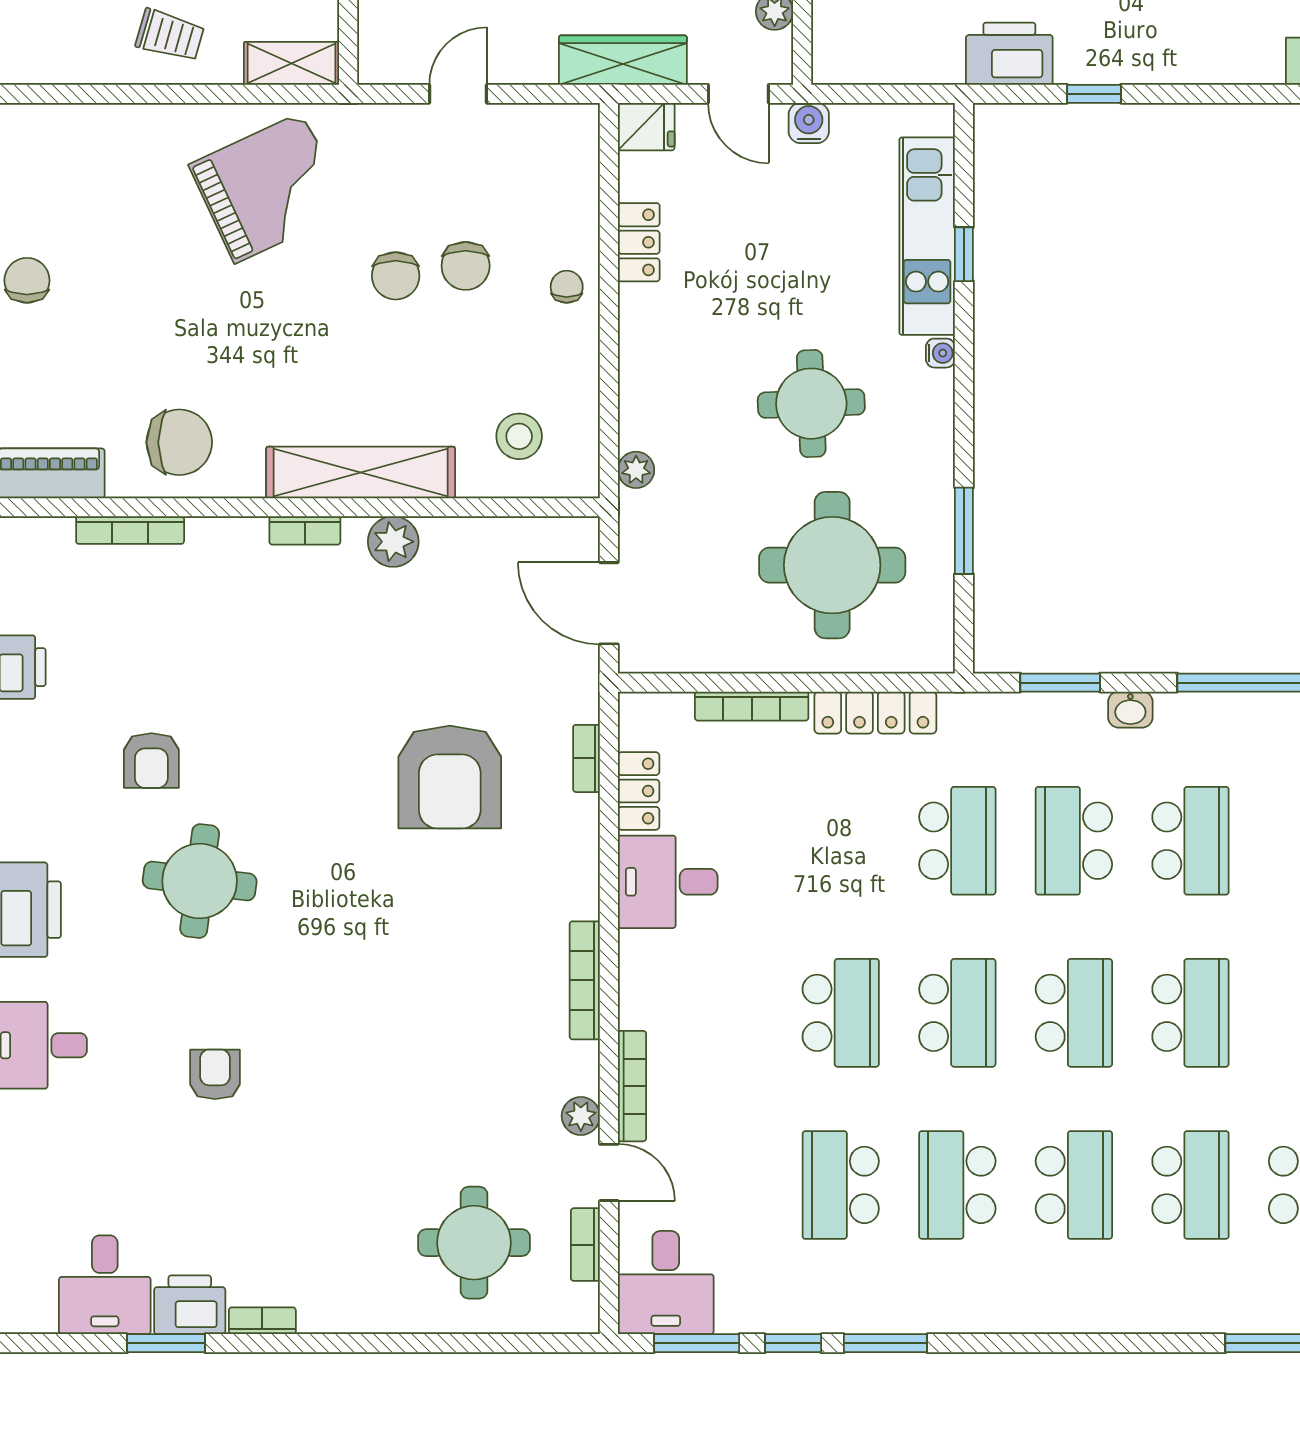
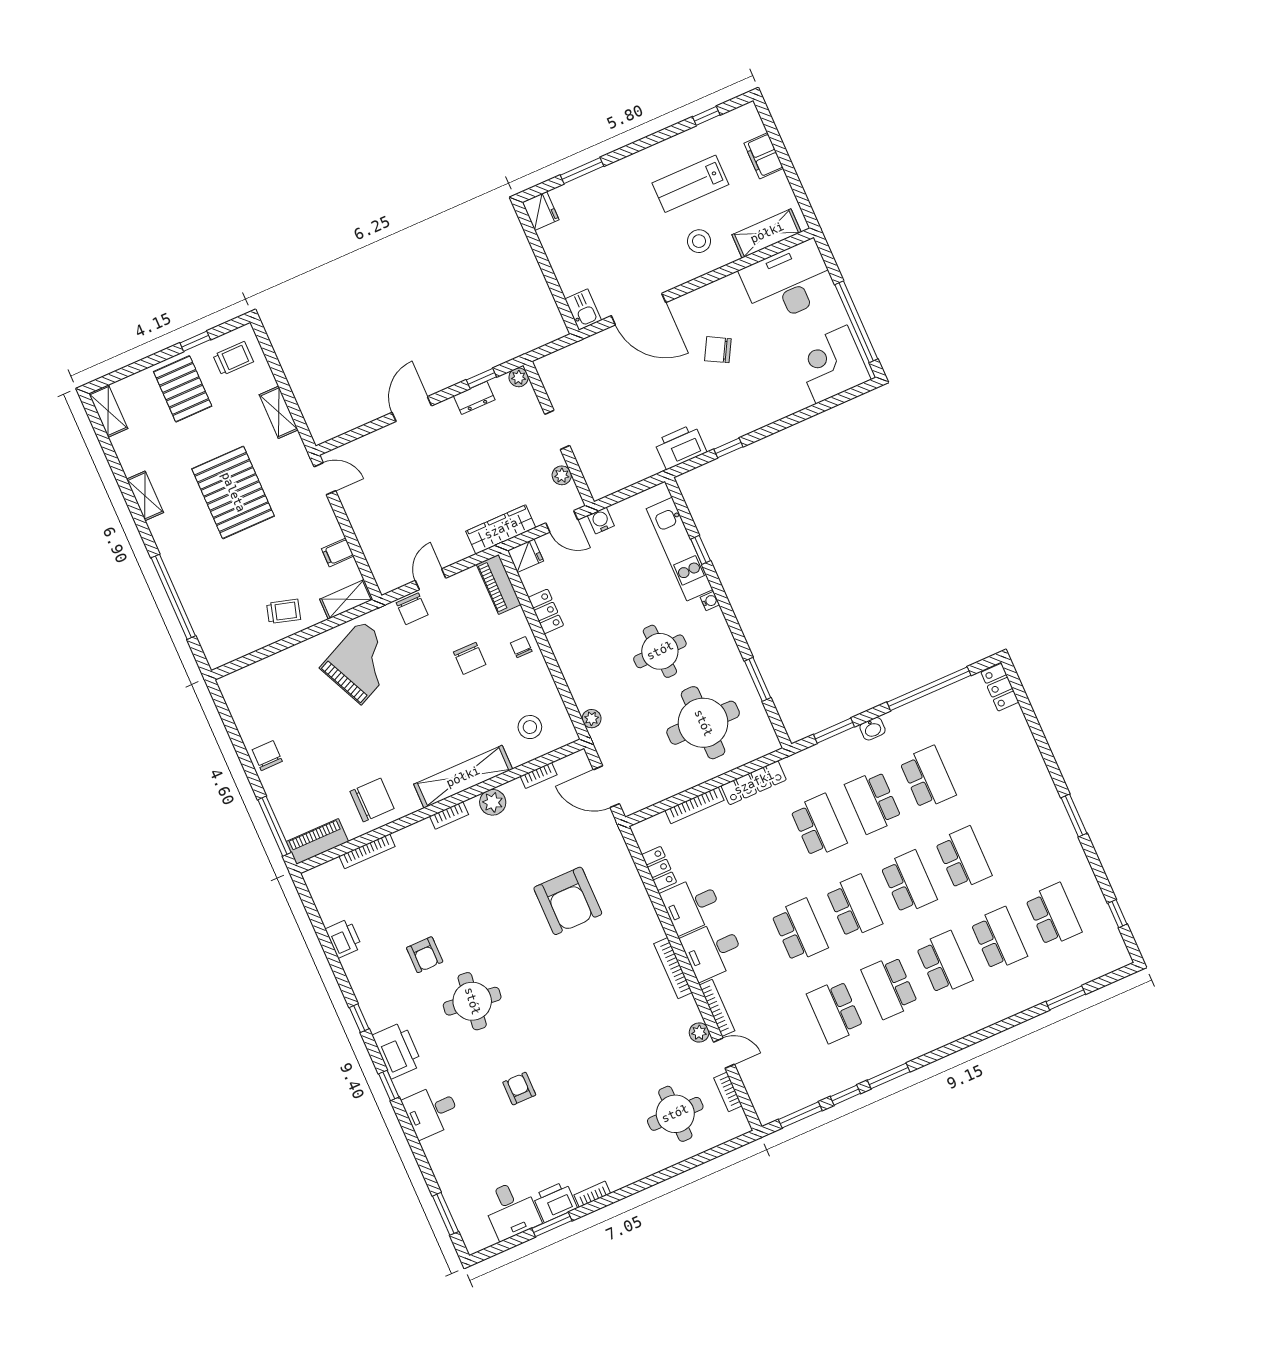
piano: (576, 157) -> (499, 584), added
chair: (396, 276) -> (412, 609), moved
bookcase: (586, 758) -> (539, 775), moved, turned -90
desk: (666, 1283) -> (712, 950), moved, turned 90

